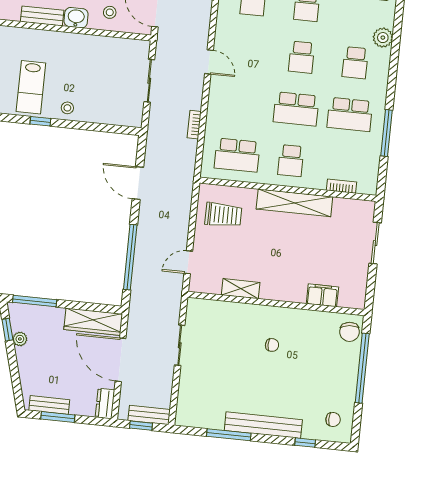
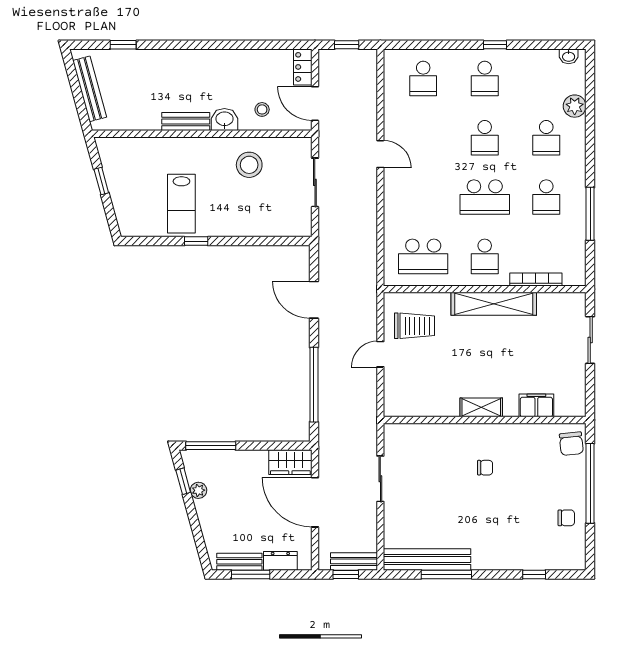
stool: (67, 108) -> (249, 165), moved, width x1.89, depth x1.89
school desk: (350, 114) -> (546, 197), width x0.54
bookcase: (194, 125) -> (371, 227), removed
bookcase: (342, 186) -> (536, 279), width x1.56
door: (188, 262) -> (380, 354), moved
shelving: (241, 289) -> (481, 407), moved
wardrobe: (93, 322) -> (290, 462), width x0.67
dresser: (105, 403) -> (280, 561), moved, turned 90
chair: (333, 419) -> (566, 518), moved
bench: (263, 425) -> (427, 560), moved

